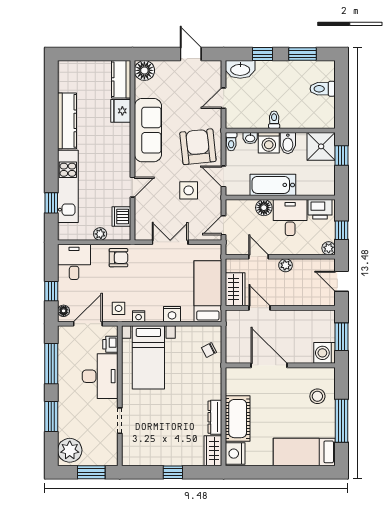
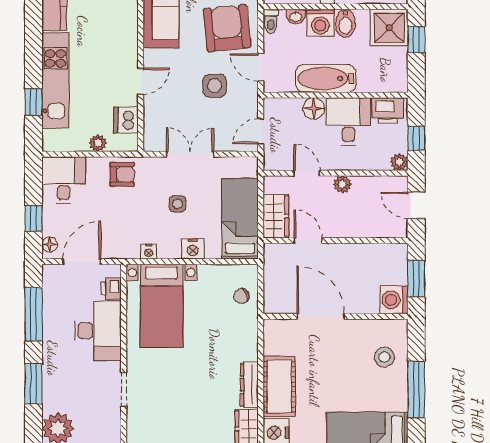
side table: (119, 308) -> (178, 204), moved

